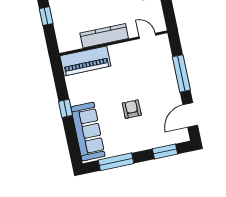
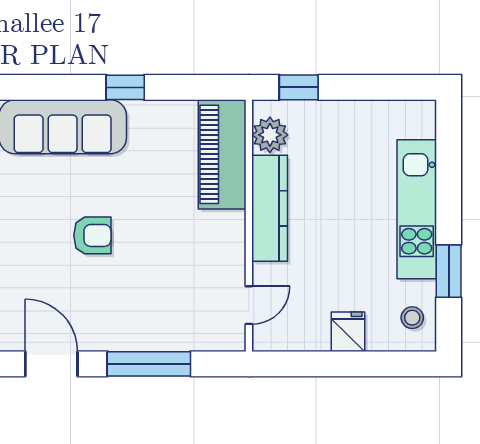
window: (46, 16) -> (299, 87), moved
plant: (73, 42) -> (270, 135), added

